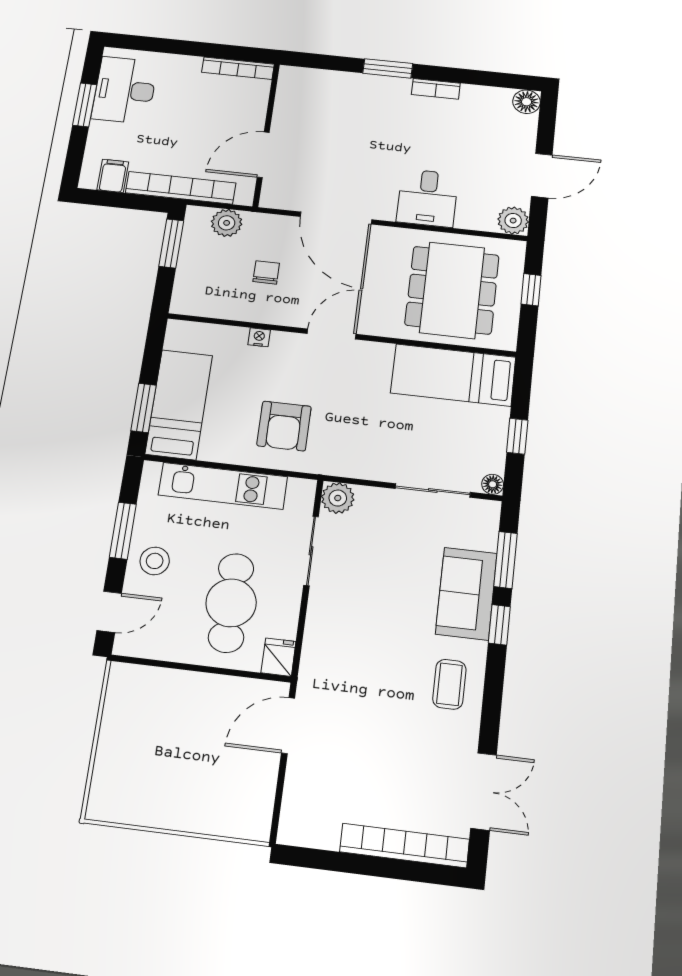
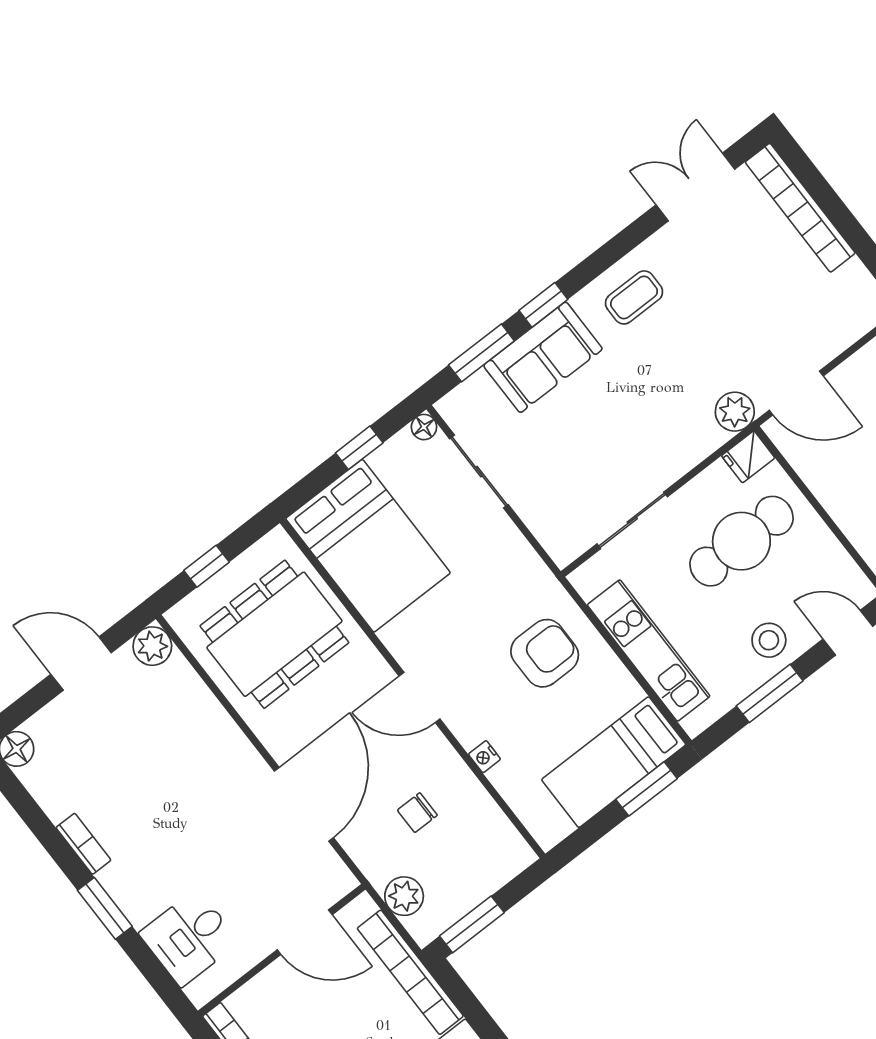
desk: (427, 198) -> (189, 938), moved, turned 180
bed: (453, 375) -> (368, 546), width x1.50
plant: (338, 498) -> (735, 412), moved

